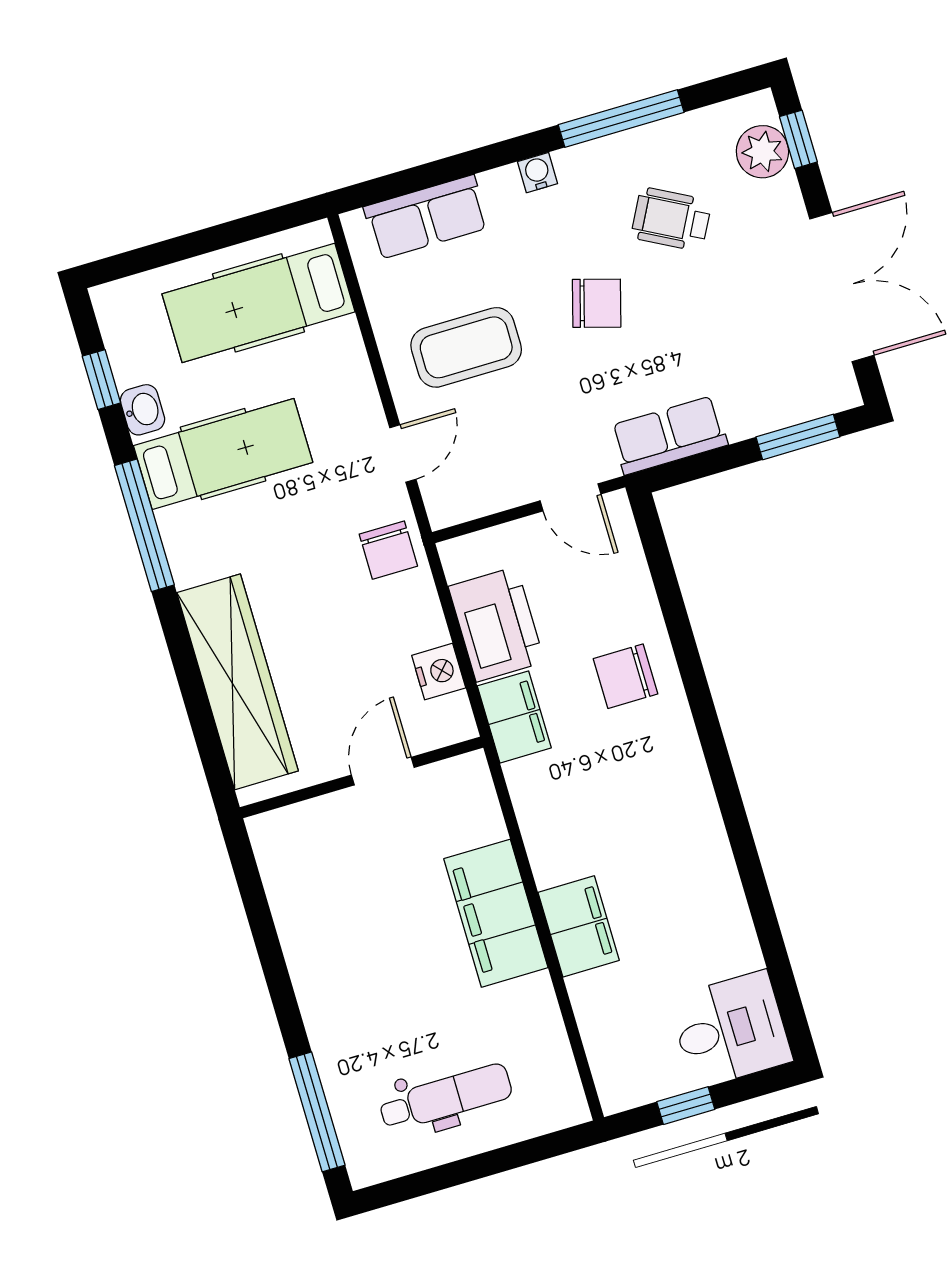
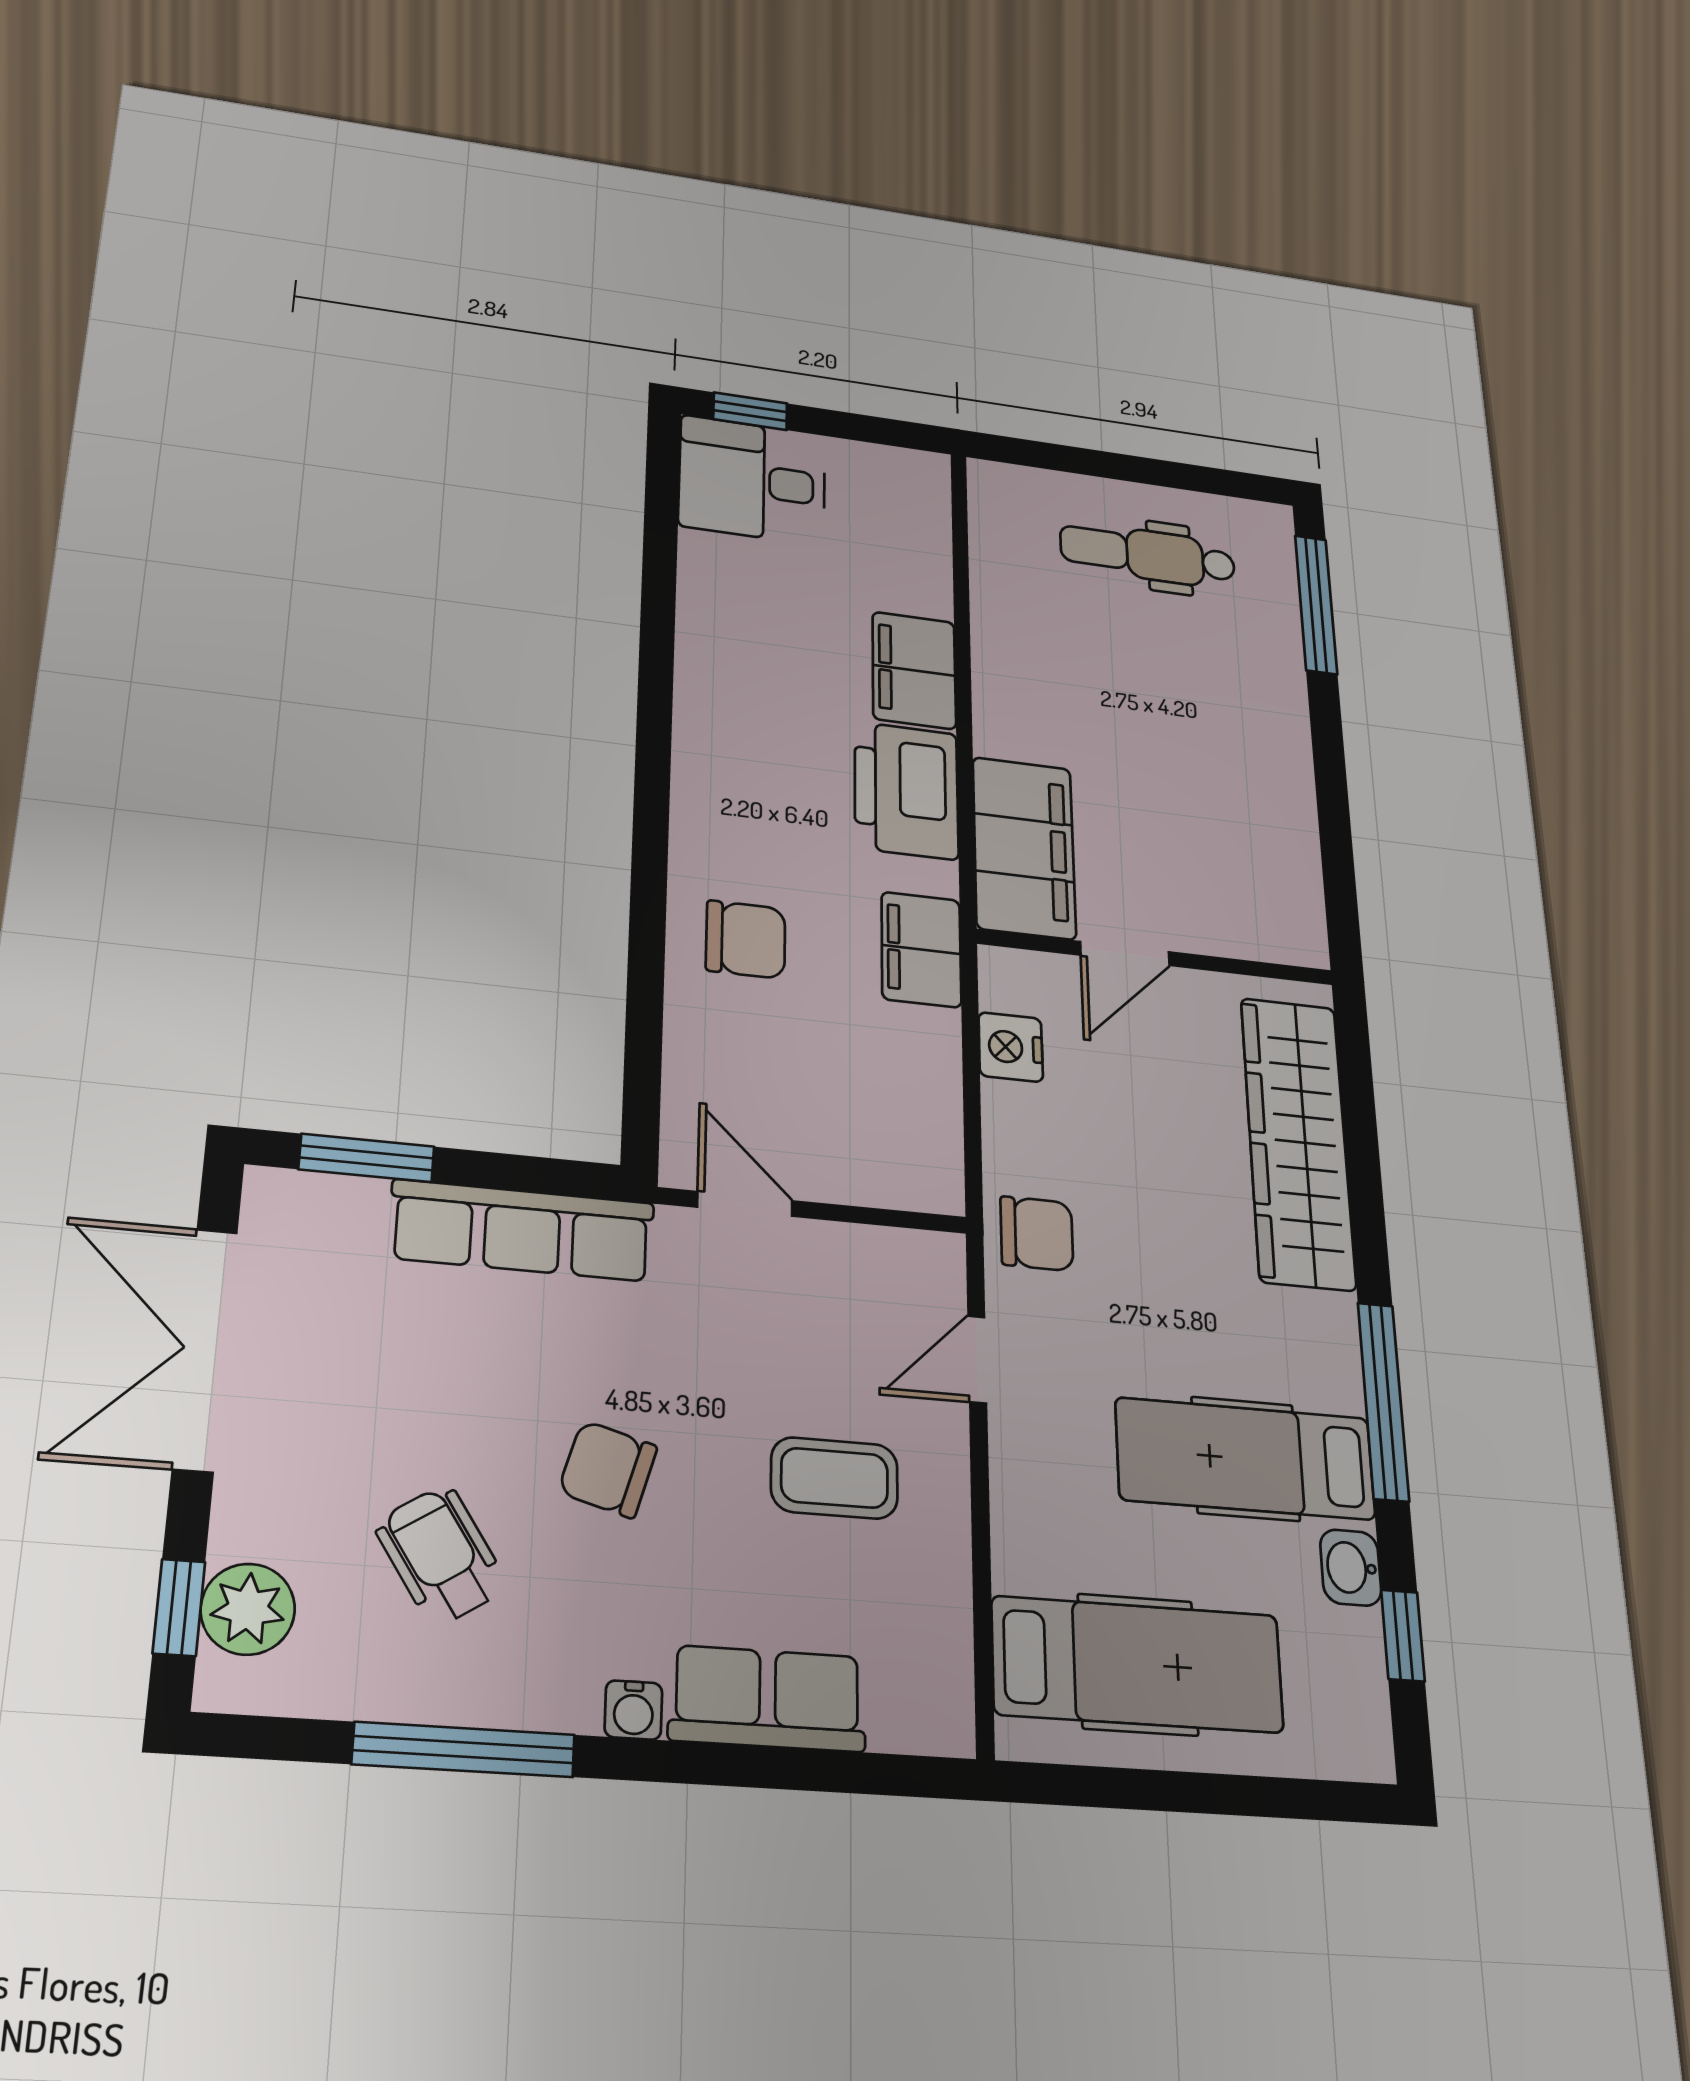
row of seats: (426, 217) -> (767, 1699), moved
wheelchair: (671, 219) -> (441, 1555), turned -151
coffee table: (466, 347) -> (834, 1478), width x0.73, depth x0.77
row of seats: (669, 435) -> (522, 1230), width x1.48
chair: (388, 550) -> (1037, 1234), turned 90
printer: (496, 624) -> (906, 790), moved
filing cabinet: (496, 913) -> (1024, 848), moved
window: (686, 1106) -> (750, 411), moved

